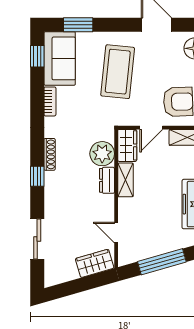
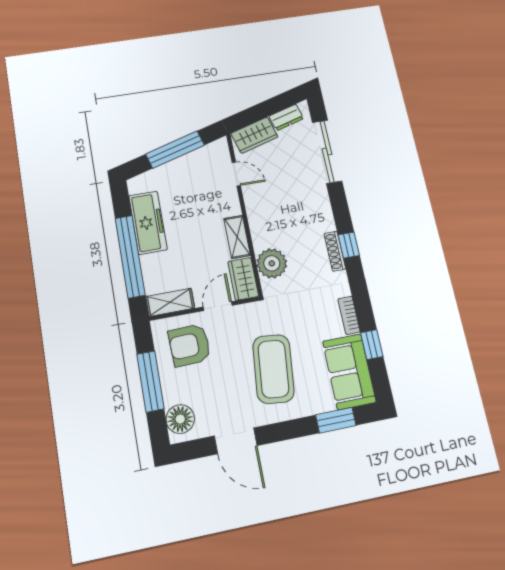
window: (37, 56) -> (372, 345), moved
window: (37, 176) -> (349, 245), moved
dresser: (107, 180) -> (286, 117), moved, turned 74
sliding door: (37, 239) -> (327, 152), width x1.37

